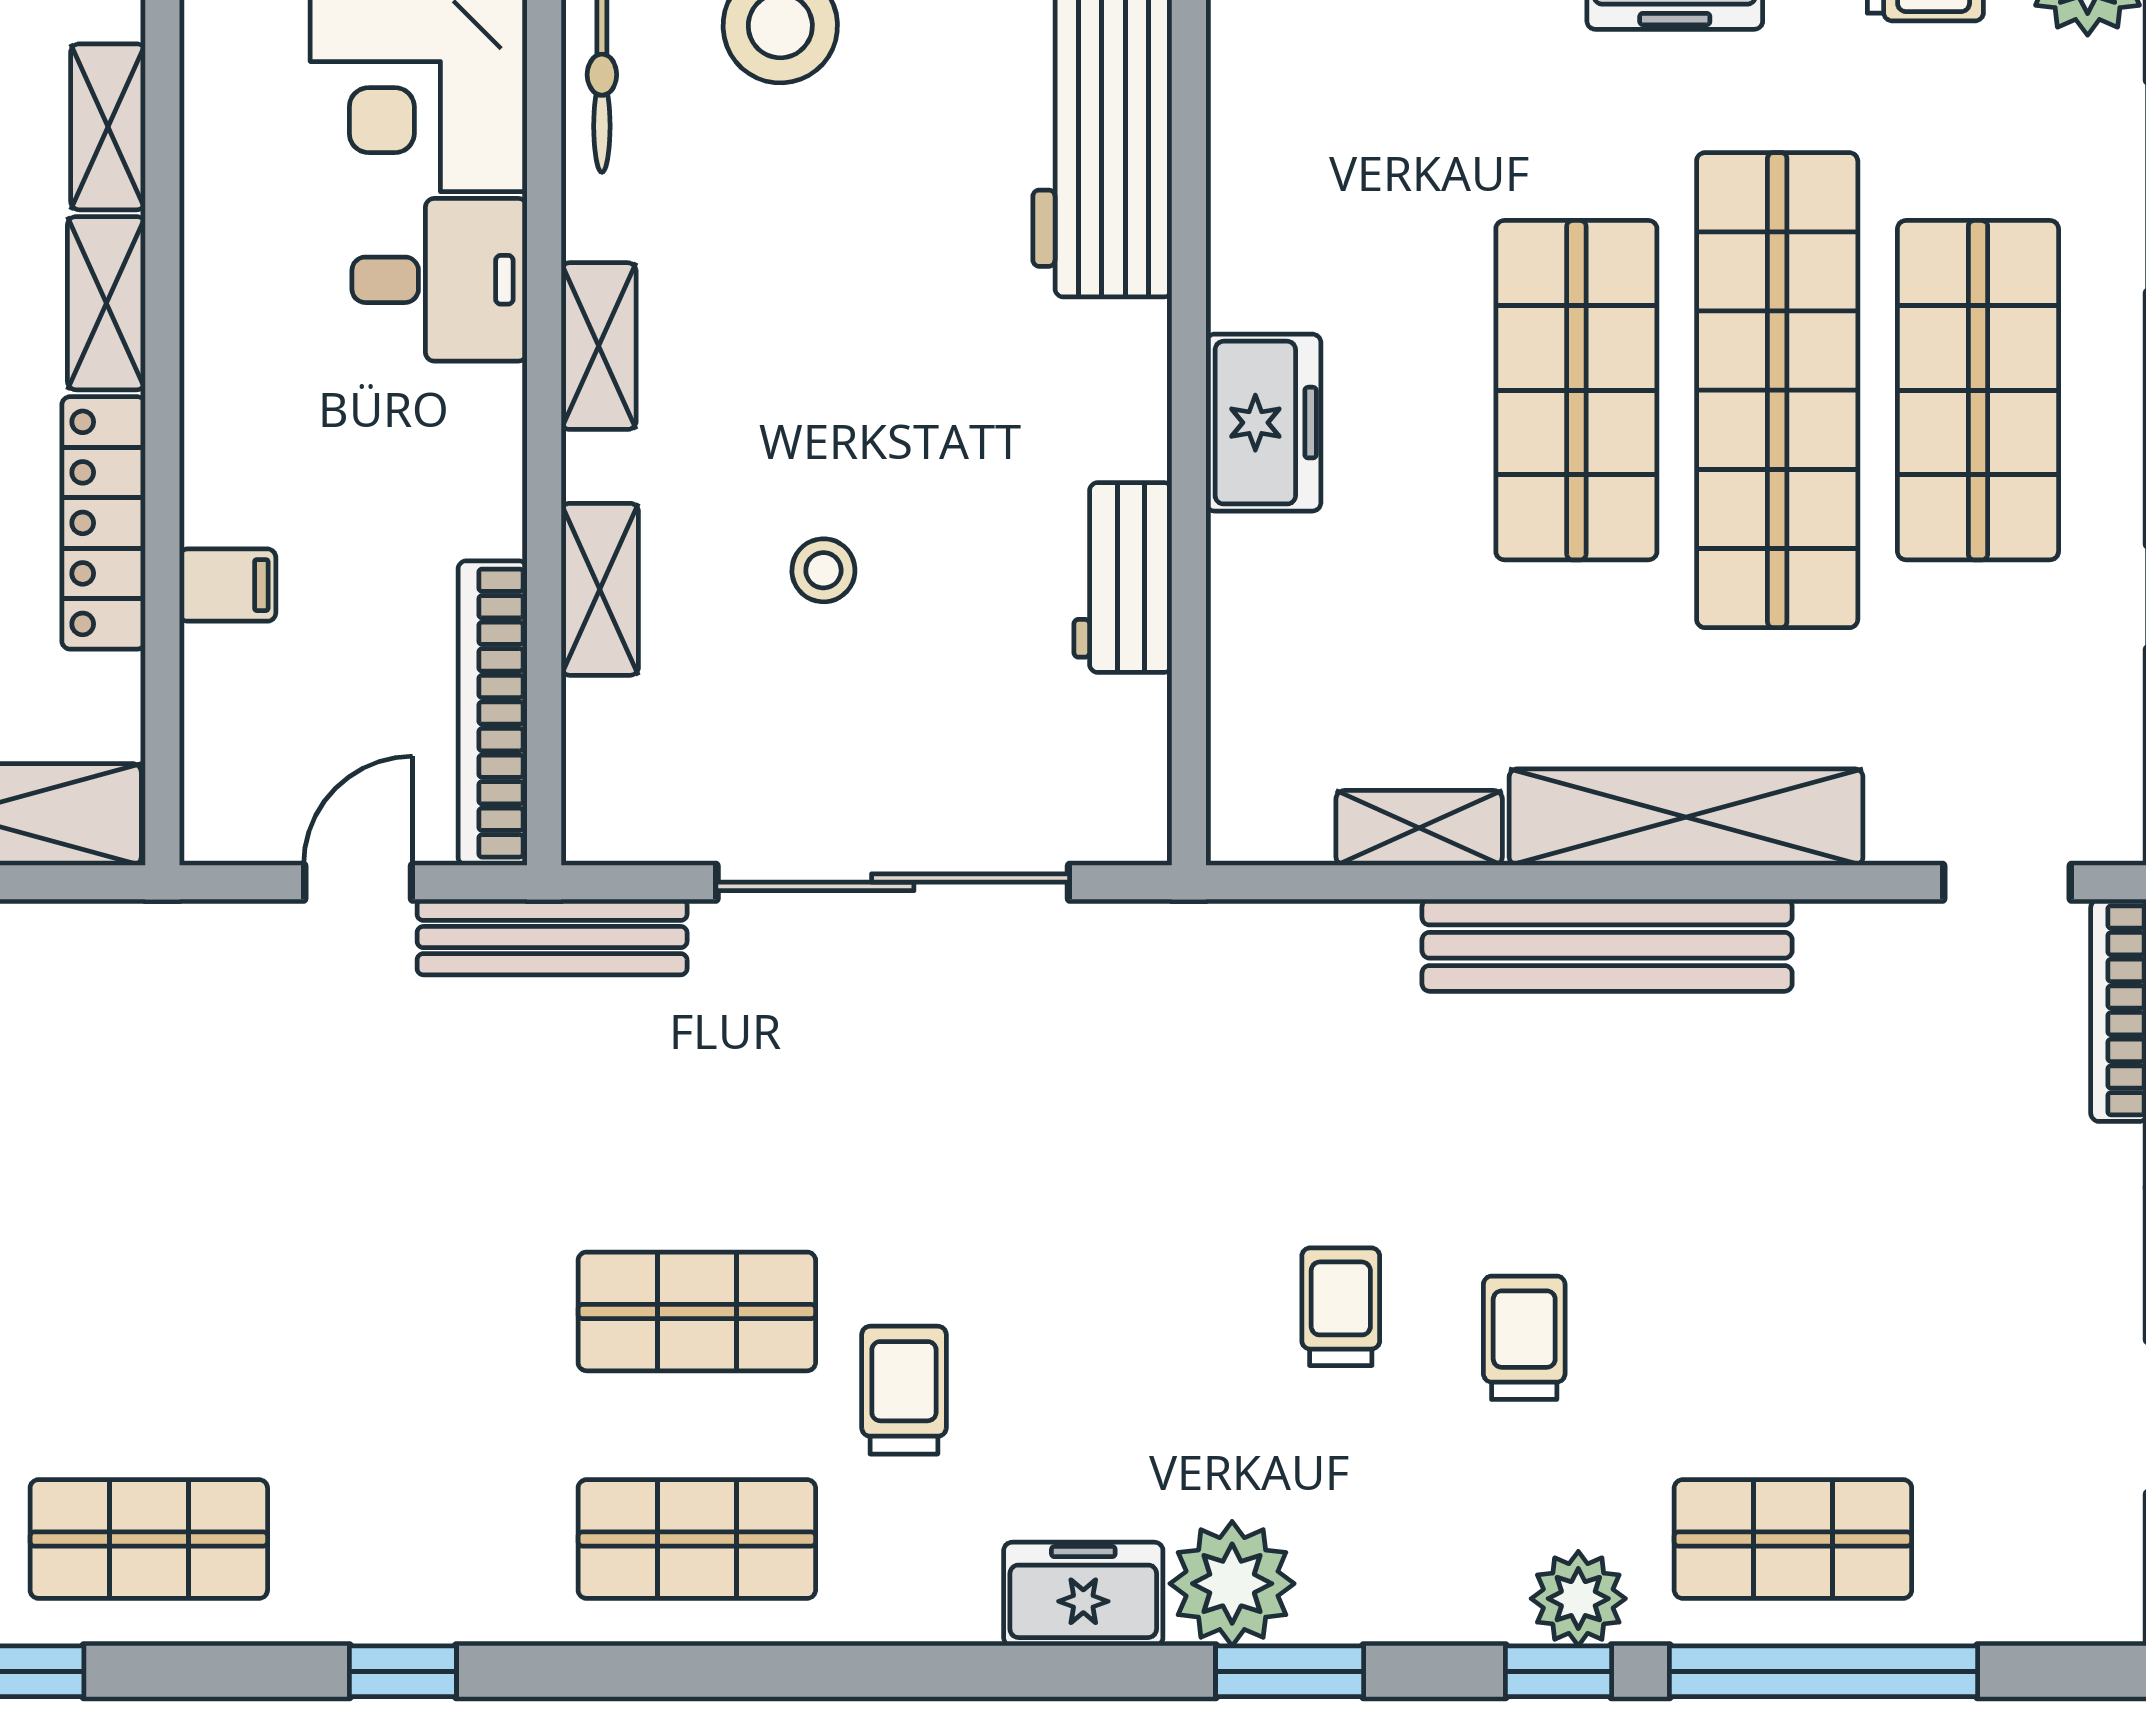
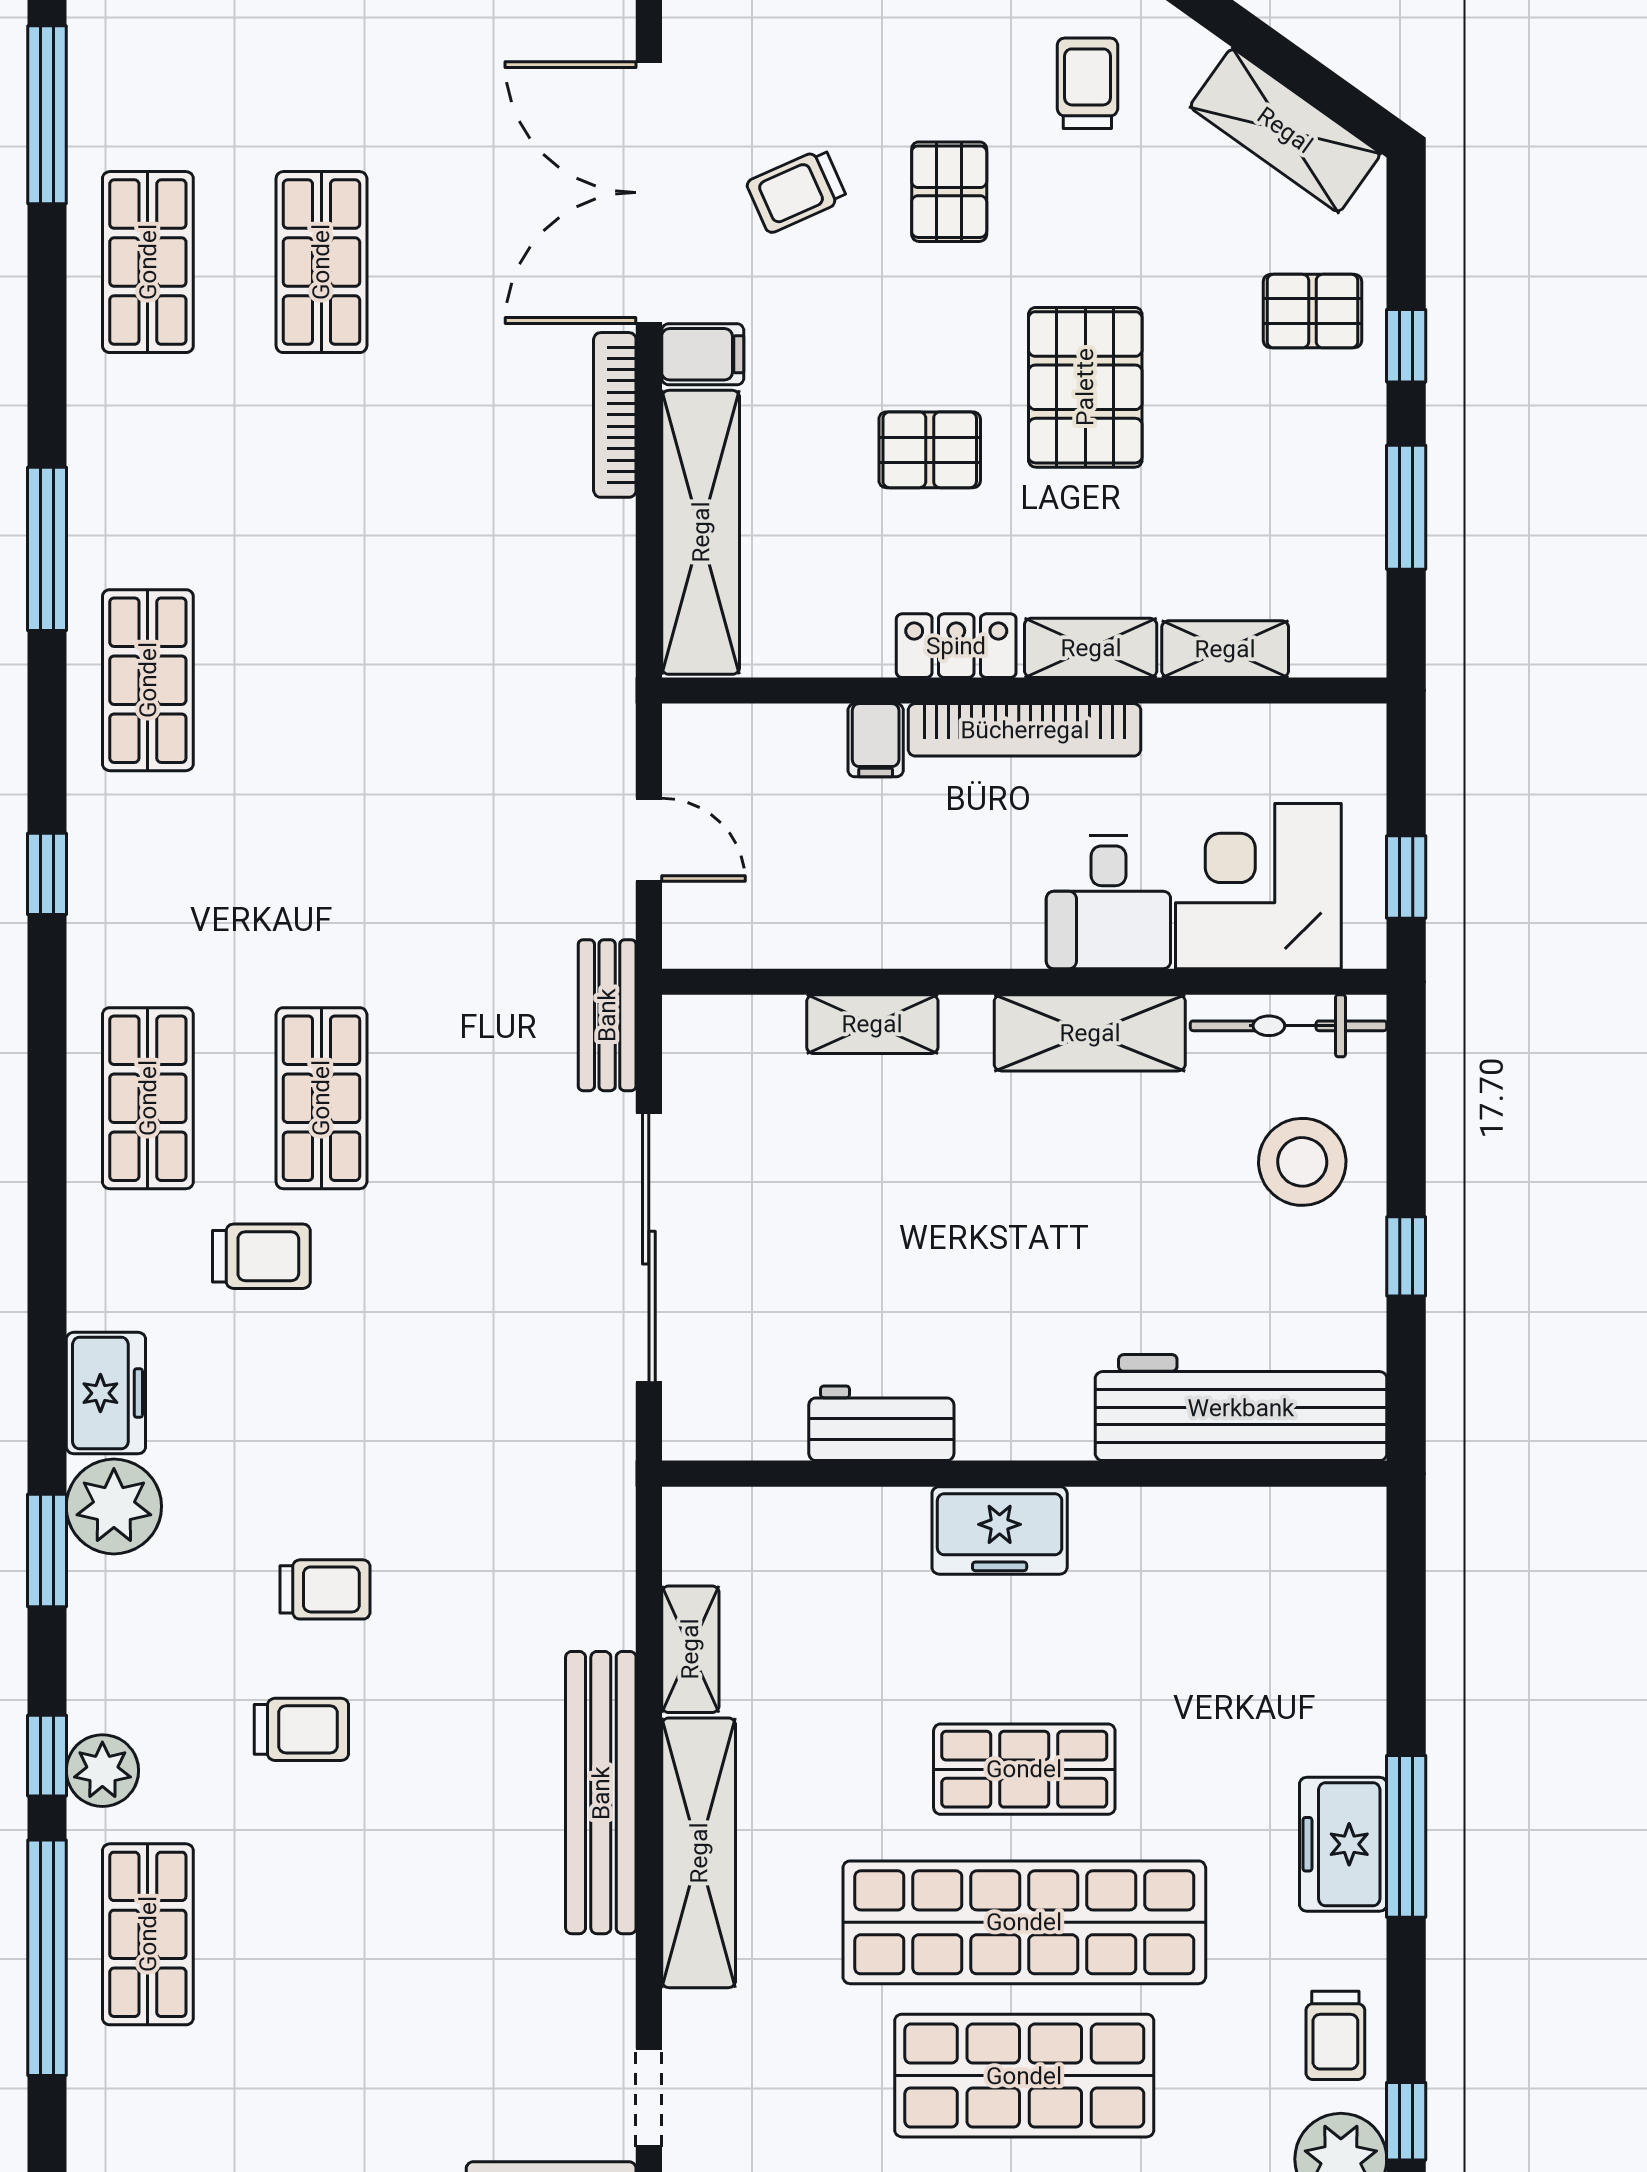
shelving: (599, 346) -> (1090, 1033), width x1.50, depth x1.33
shop shelf: (1576, 390) -> (1024, 1769), width x0.70, depth x0.74
locker: (104, 523) -> (956, 646), width x0.66
stool: (823, 570) -> (887, 1195), removed
bookcase: (493, 713) -> (1025, 730), moved, turned 180
bench: (552, 937) -> (607, 1015), width x0.73

